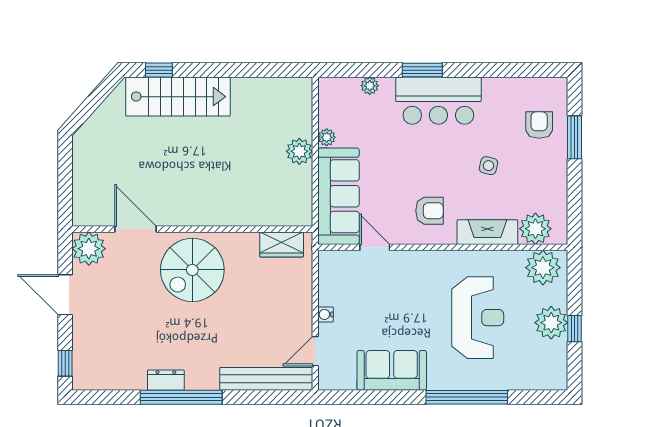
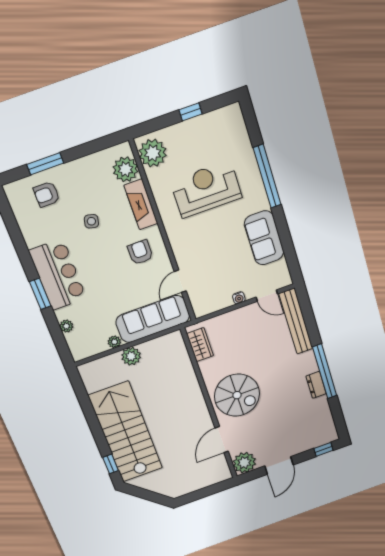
stairs: (178, 97) -> (126, 432), width x1.36, depth x1.51
plant: (551, 323) -> (192, 132), removed

